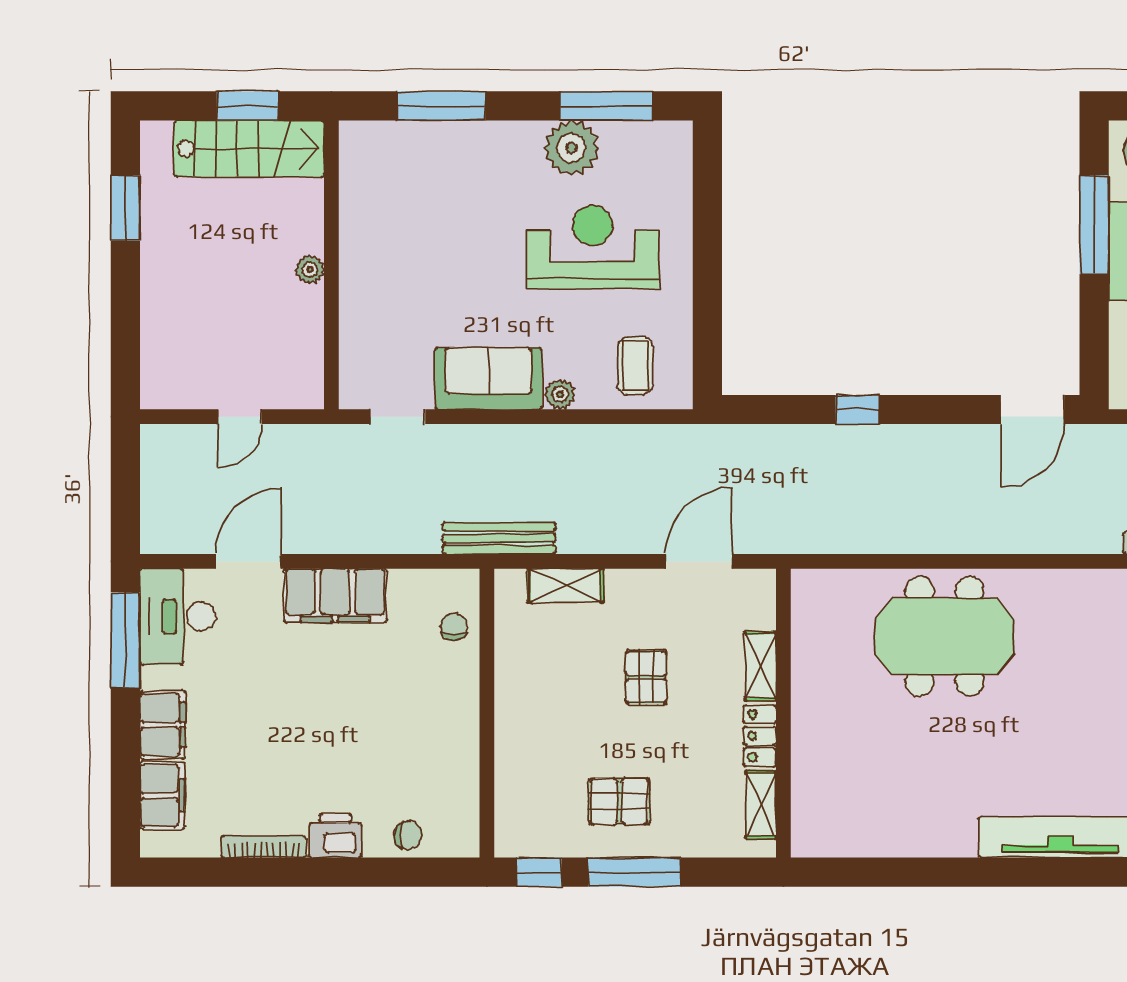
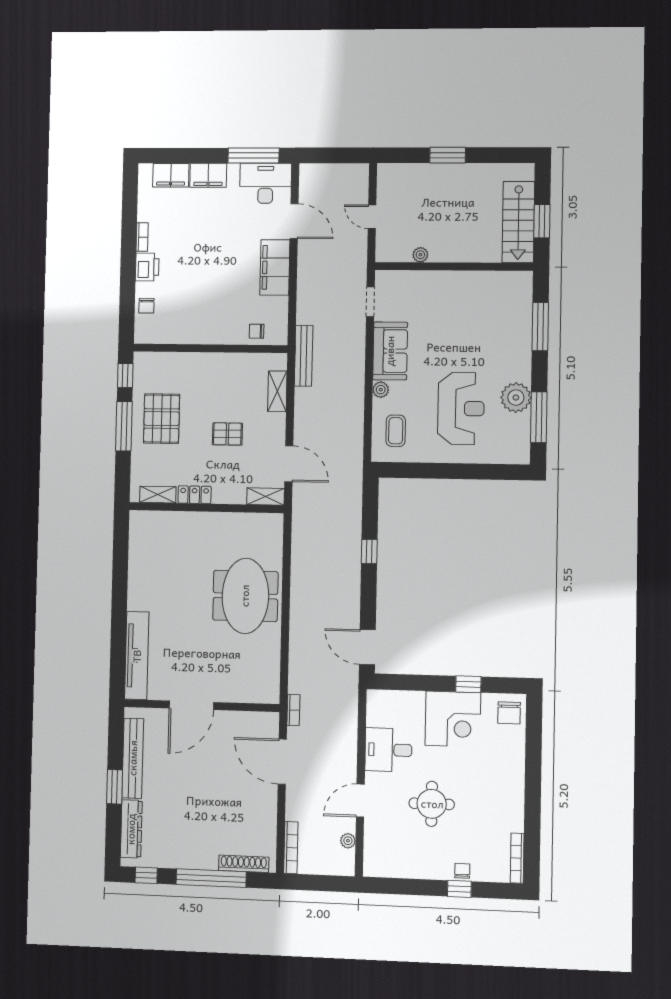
window: (125, 208) -> (448, 155), moved
window: (1094, 225) -> (468, 684), width x0.46
plant: (310, 270) -> (420, 255), moved
coffee table: (635, 365) -> (396, 431), turned 90
chair: (454, 627) -> (257, 331), turned 180
shelving: (761, 666) -> (266, 496), moved
pallet: (619, 801) -> (162, 419), width x1.50, depth x1.42
bookcase: (264, 847) -> (142, 237), width x0.64

